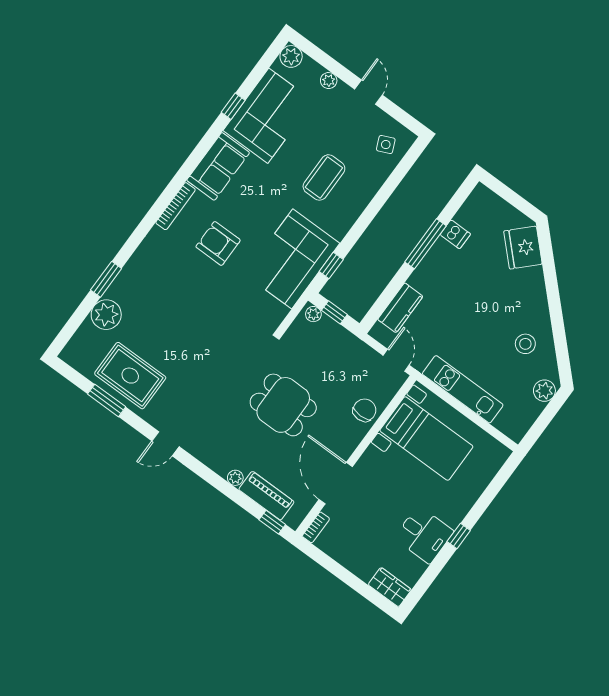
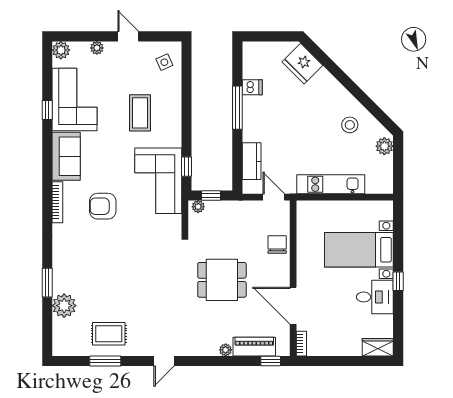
rug: (130, 376) -> (109, 334), width x0.73, depth x0.70
bed with nightstands: (426, 438) -> (359, 250), moved, turned 180

